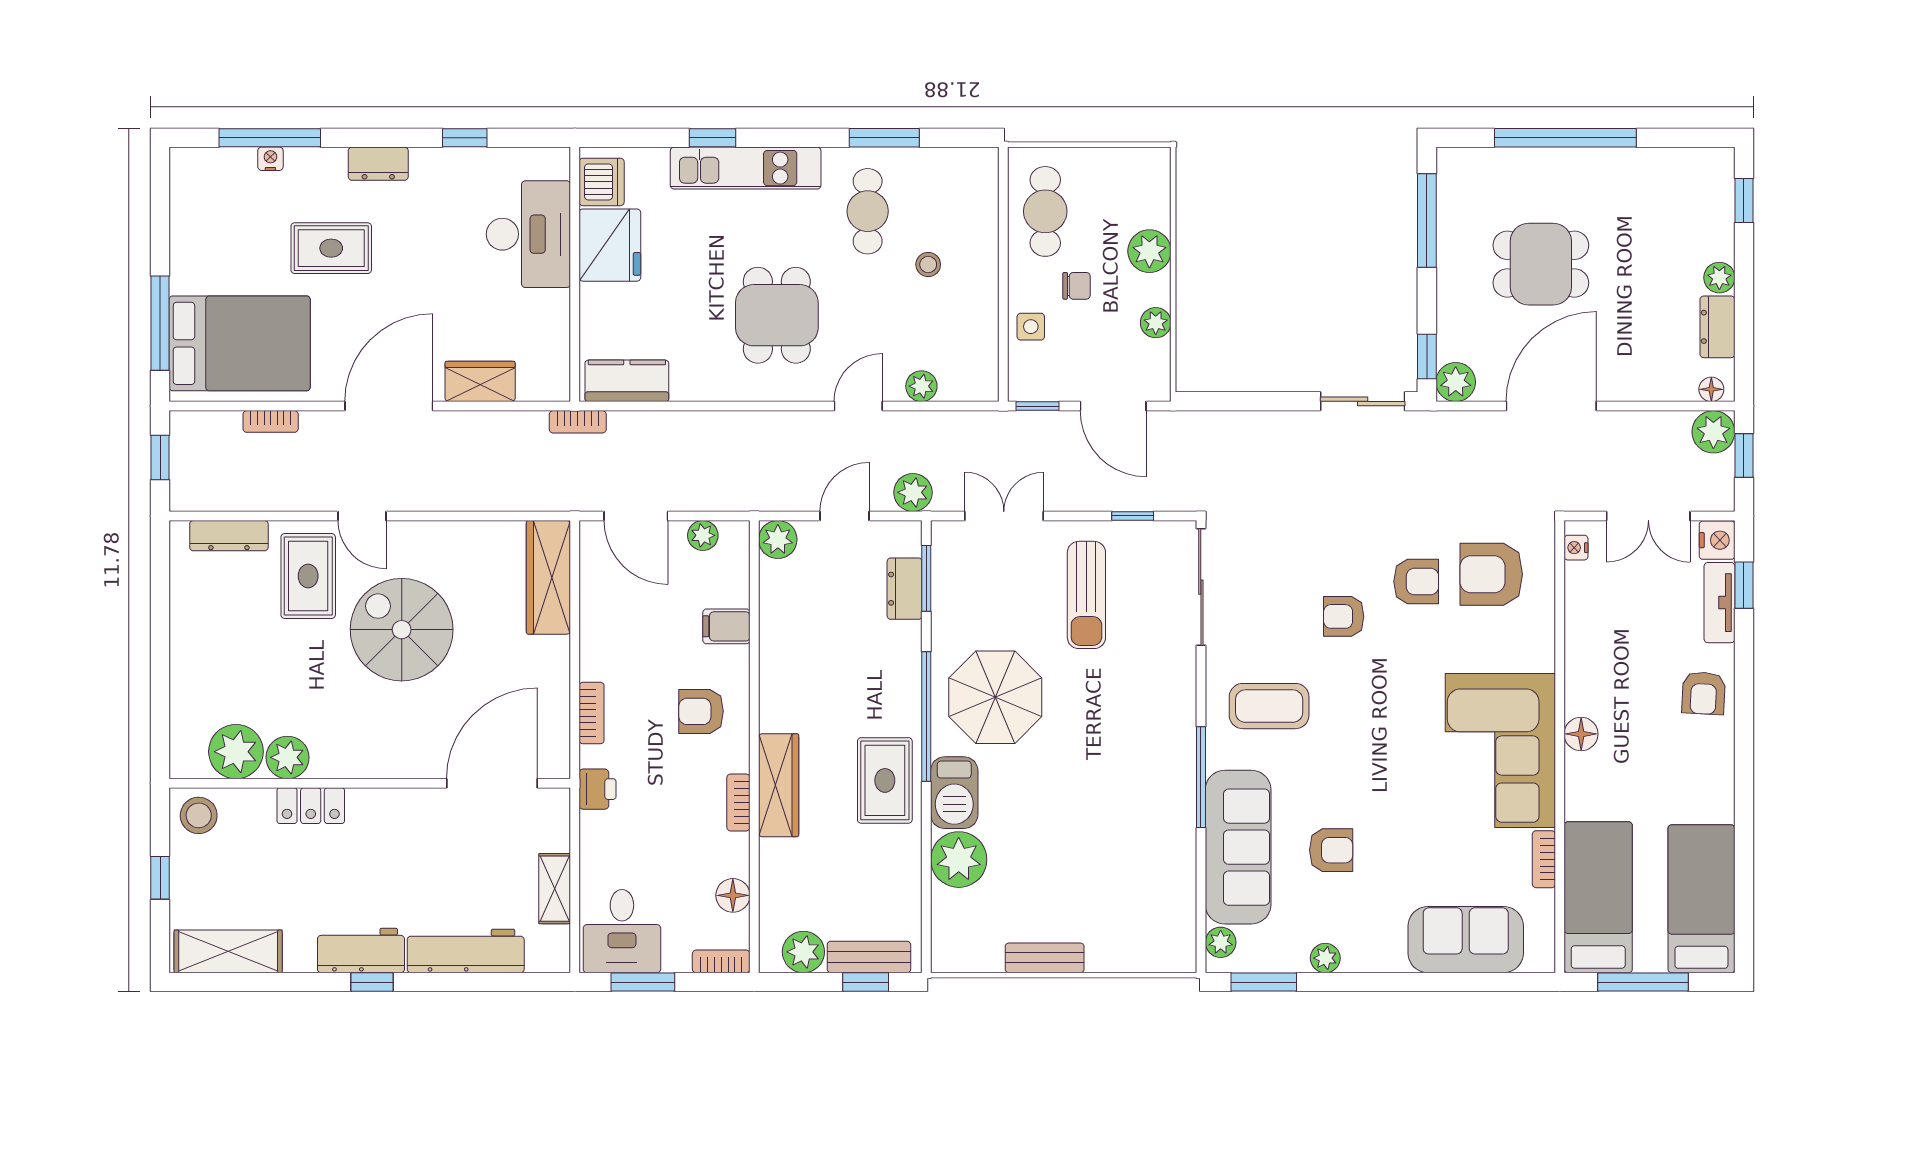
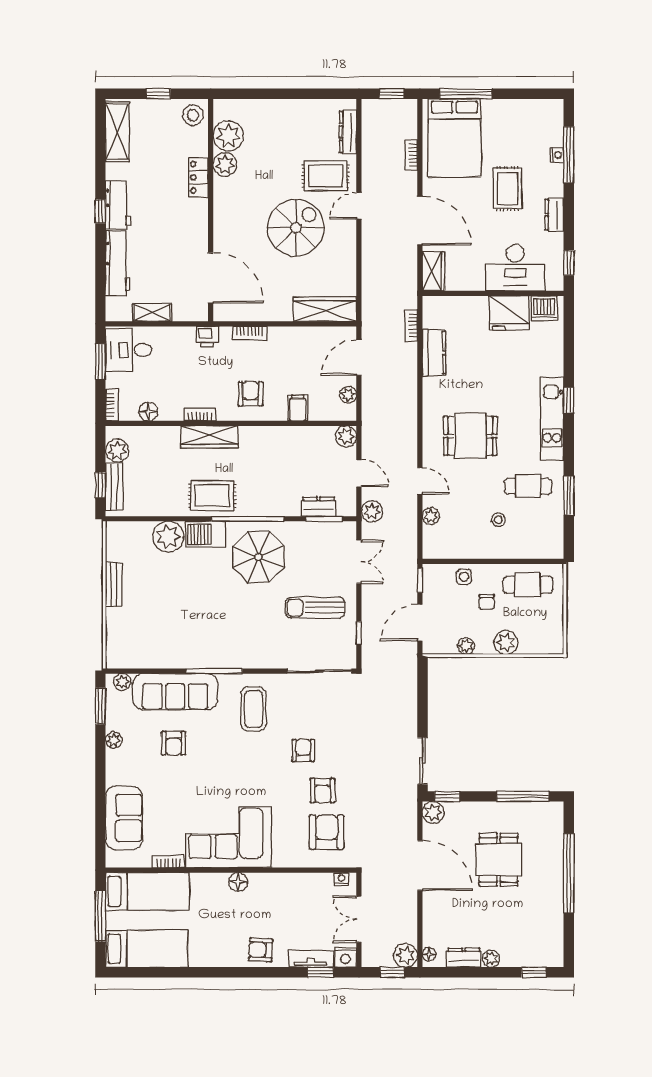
dishwasher: (602, 182) -> (544, 308), moved
desk: (528, 234) -> (515, 268), moved
fridge: (610, 245) -> (509, 313), moved
wall: (575, 274) -> (493, 293), moved

